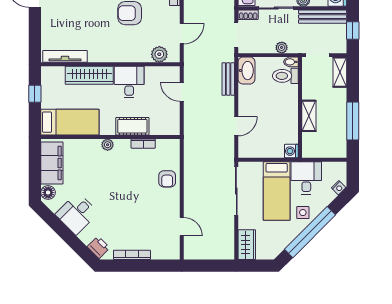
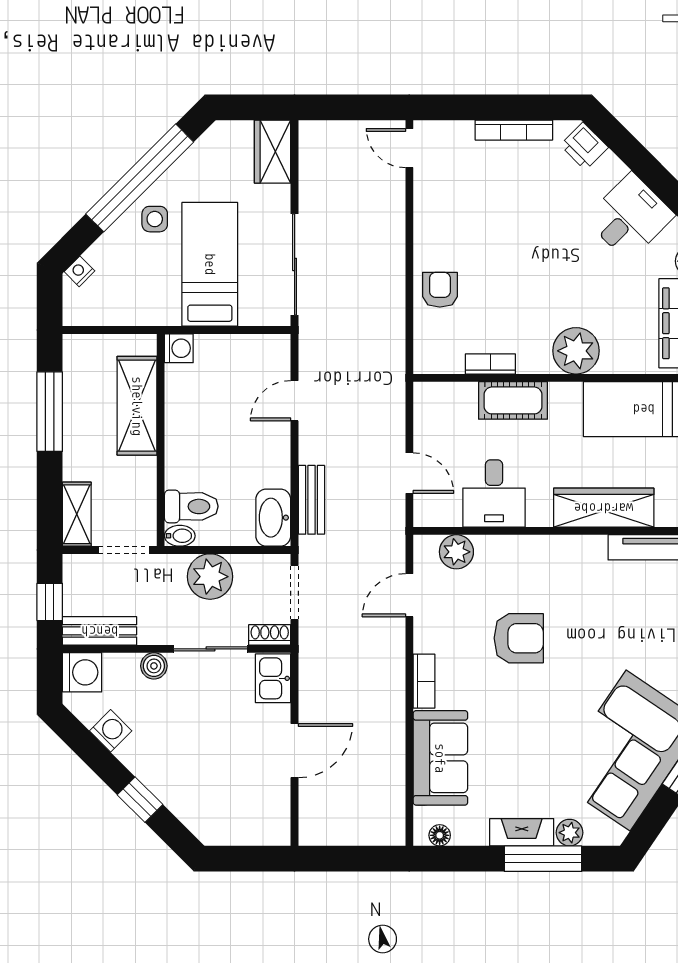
bench: (323, 17) -> (100, 631), width x0.73
plant: (282, 48) -> (210, 577), width x1.88, depth x1.88
desk: (129, 82) -> (494, 493), moved
shelving: (309, 116) -> (137, 406), width x1.50, depth x1.33
plant: (108, 145) -> (576, 351), width x1.88, depth x1.88
desk: (306, 178) -> (148, 292), removed
door: (182, 227) -> (409, 148), moved

